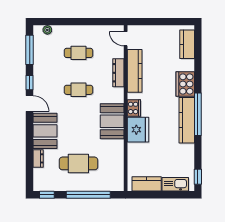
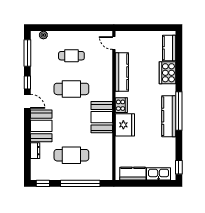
dresser: (118, 73) -> (107, 74), removed
cooker: (185, 84) -> (167, 73), moved
cafe table: (78, 90) -> (71, 89), width x1.37, depth x1.35

